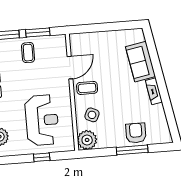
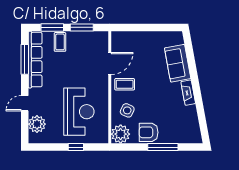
coffee table: (28, 53) -> (60, 42), moved
armchair: (136, 133) -> (149, 132), moved, turned -90

